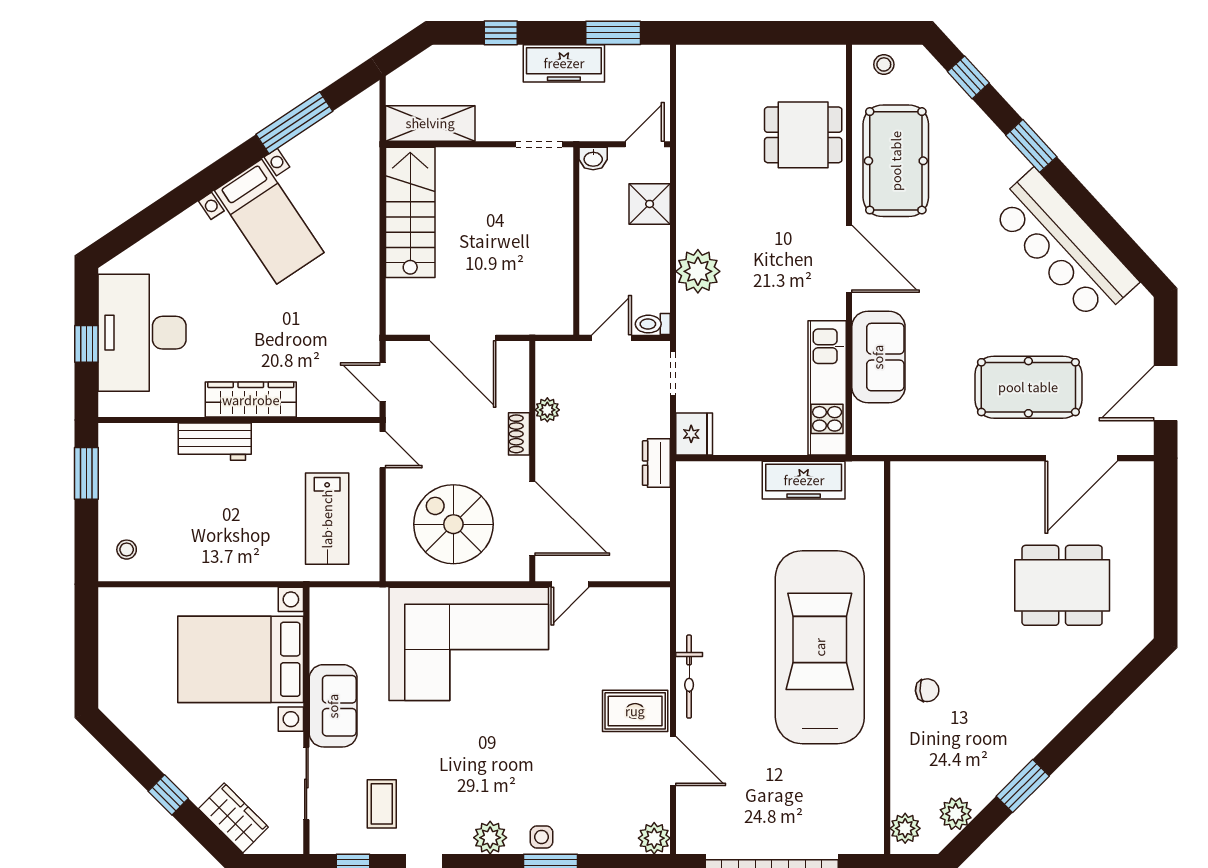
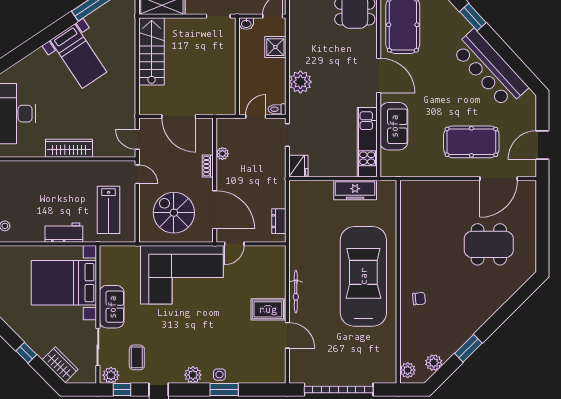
workbench: (215, 442) -> (64, 233), moved, turned 180
dresser: (656, 463) -> (279, 221), moved
plant: (654, 838) -> (111, 375), moved

